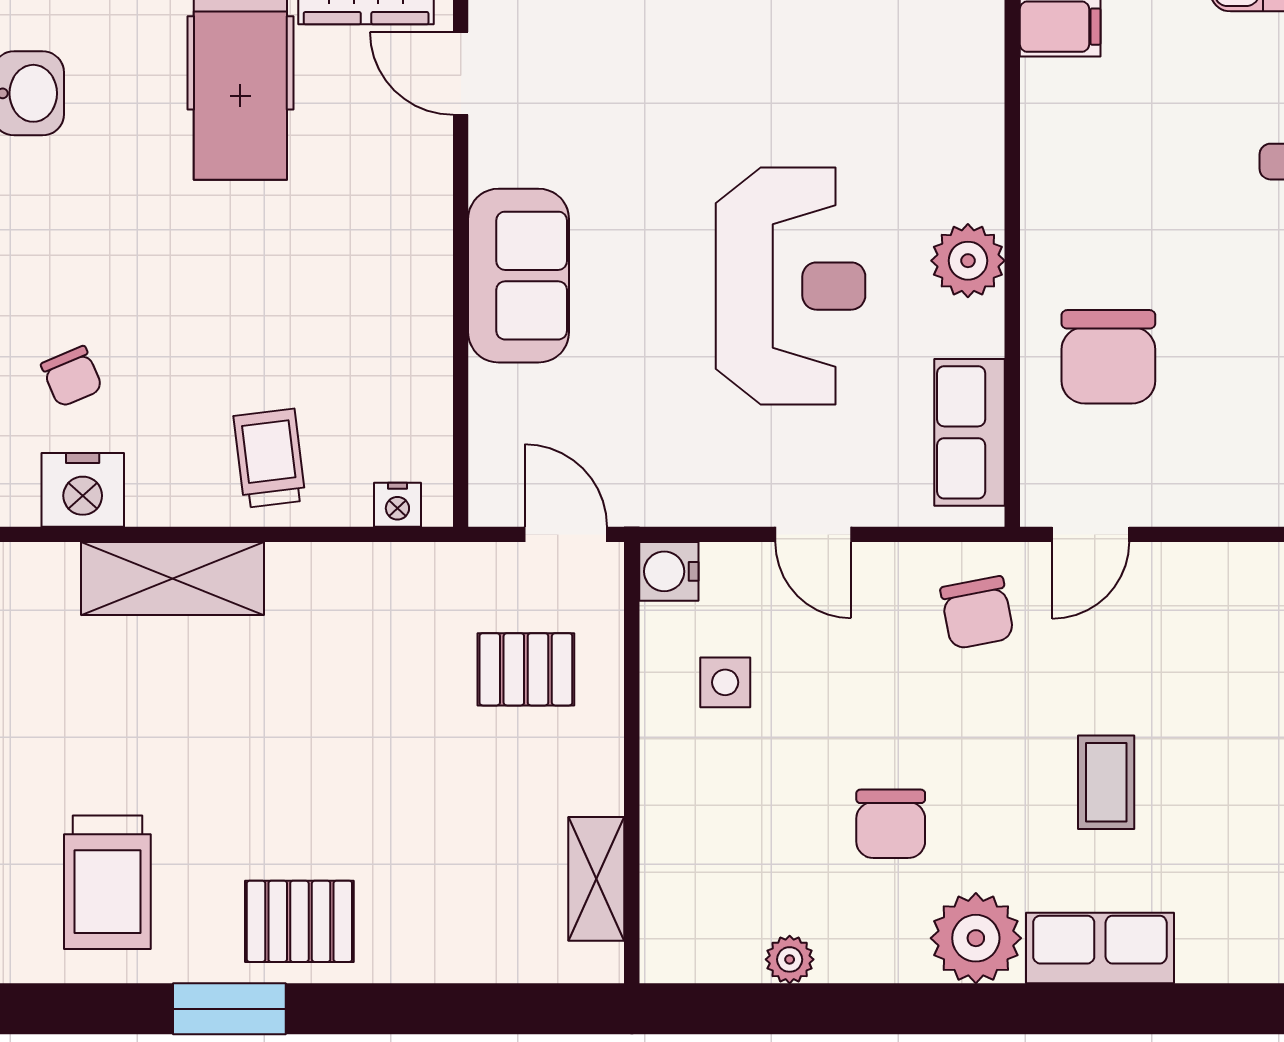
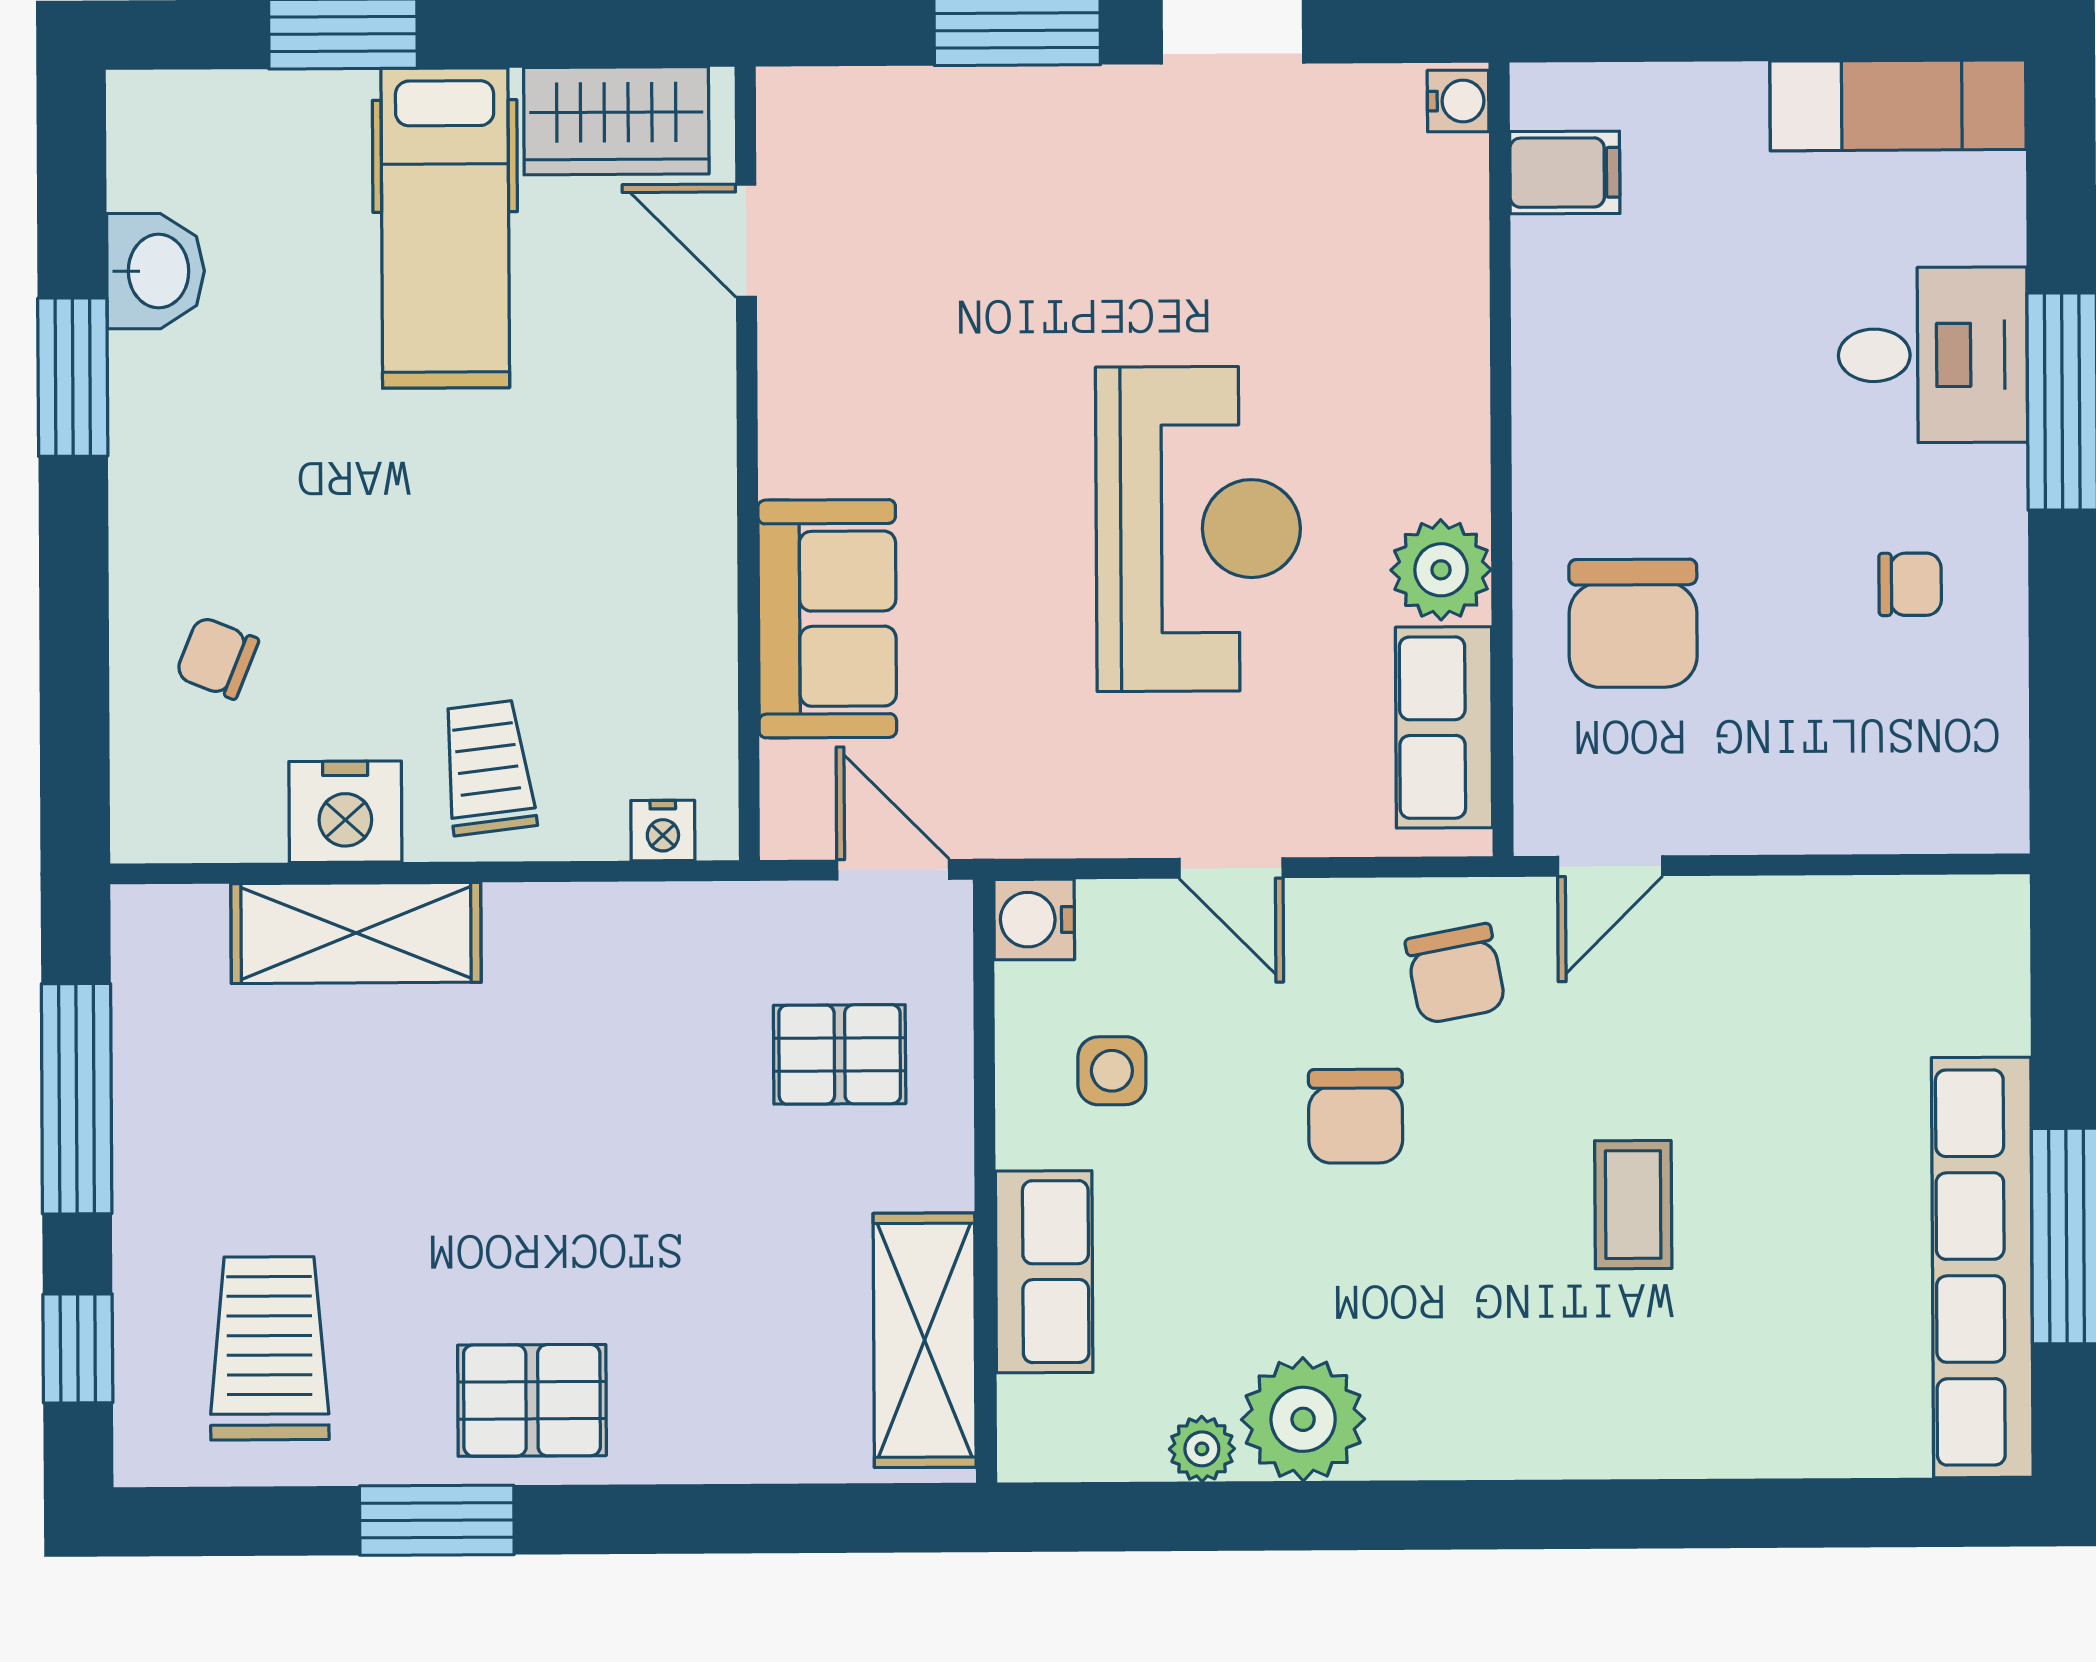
plant: (968, 261) -> (1441, 570), moved
sofa: (519, 276) -> (827, 619), moved
chair: (72, 377) -> (217, 658), turned 135
nightstand: (83, 490) -> (345, 812), moved
chair: (891, 824) -> (1356, 1116), moved
shelving: (596, 879) -> (925, 1340), width x1.50, depth x1.33
trolley: (107, 882) -> (269, 1348), turned 180
plant: (976, 938) -> (1303, 1419), moved
row of seats: (1100, 948) -> (1044, 1272), moved, turned 90

